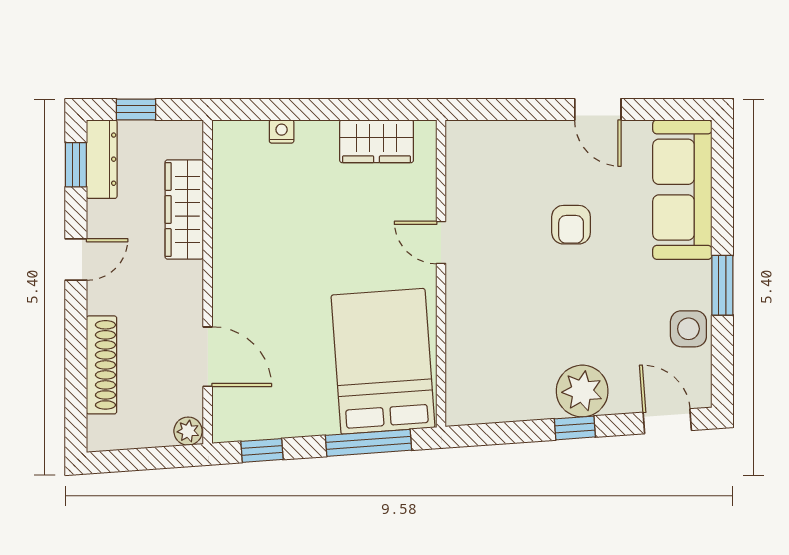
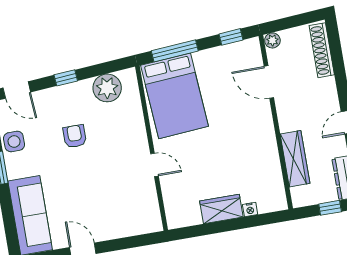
wardrobe: (377, 141) -> (221, 209), moved
armchair: (571, 225) -> (75, 136), moved
shoe rack: (102, 365) -> (322, 50), moved
plant: (582, 391) -> (107, 88), moved

